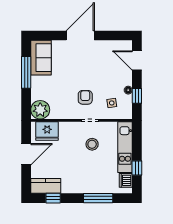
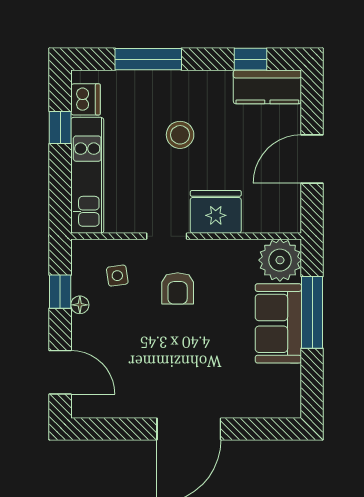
sofa: (41, 58) -> (278, 323), moved
window: (26, 72) -> (312, 312), moved
fridge: (47, 131) -> (216, 212), moved
stool: (92, 144) -> (180, 135), moved

